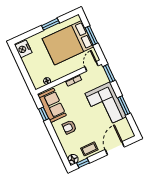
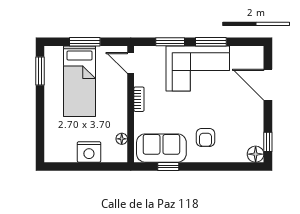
window: (50, 24) -> (40, 71), moved
bed: (68, 43) -> (80, 81), width x0.67
nightstand: (23, 49) -> (89, 152), moved
window: (109, 73) -> (170, 42), moved
coffee table: (89, 149) -> (251, 123), removed

